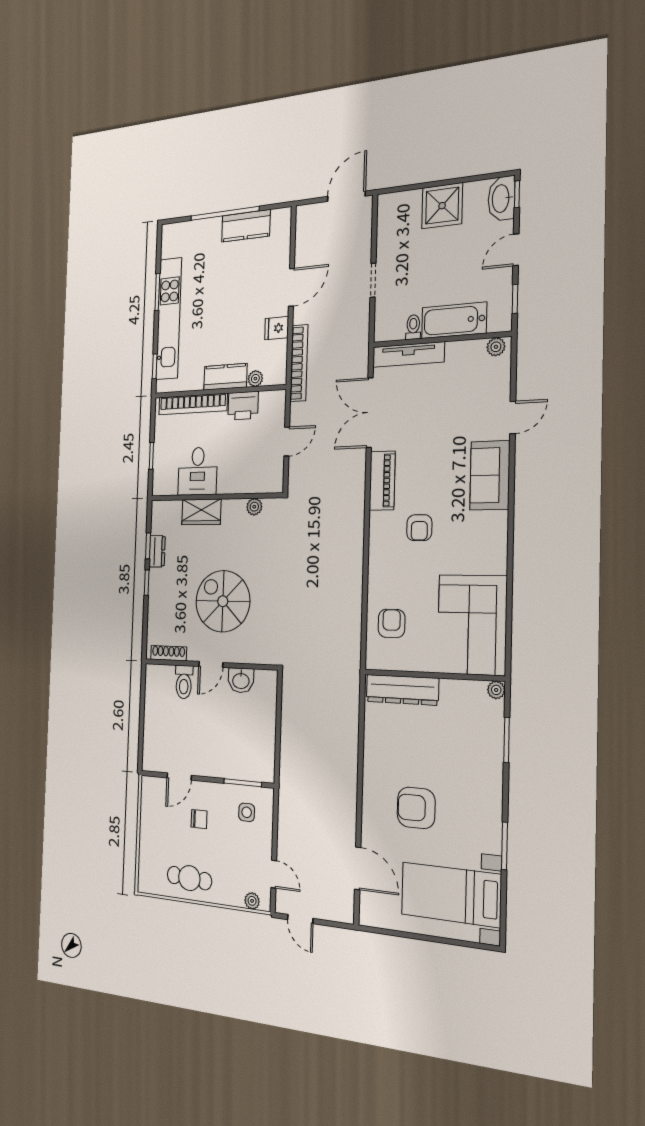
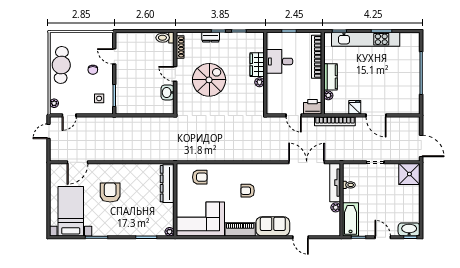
shower: (442, 206) -> (409, 174), moved
kitchen counter: (246, 226) -> (413, 87), removed
bathtub: (454, 320) -> (351, 219), moved
plant: (496, 347) -> (336, 207), moved
printer: (243, 406) -> (313, 107), moved, turned 90
piano: (382, 481) -> (240, 229), moved, turned 180
plant: (254, 507) -> (260, 82), moved
dresser: (157, 551) -> (211, 37), moved
toilet: (184, 682) -> (165, 38), moved
cafe table: (189, 878) -> (61, 65), width x1.37, depth x1.35

